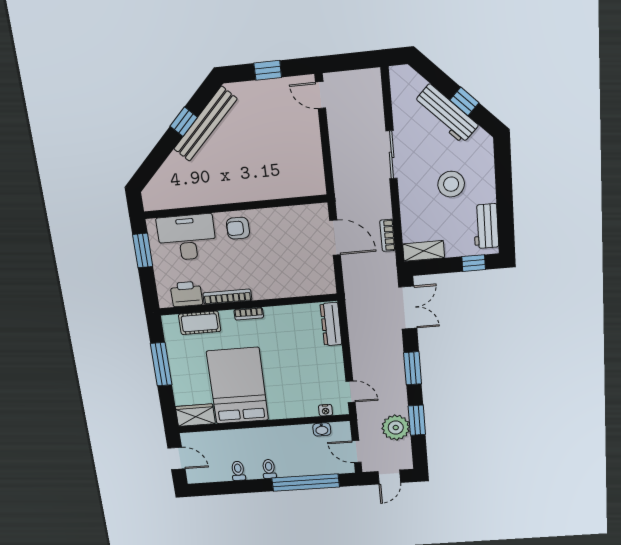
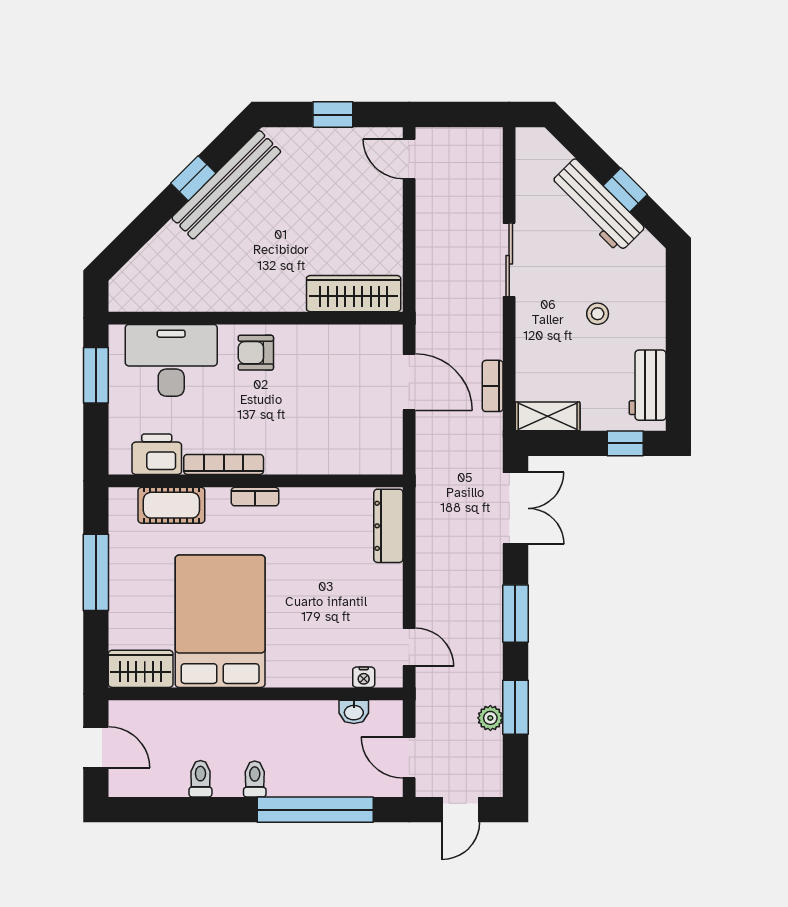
stool: (451, 184) -> (598, 314), width x0.53, depth x0.53
wardrobe: (294, 186) -> (354, 294), added
plant: (396, 428) -> (490, 718), width x0.53, depth x0.53

